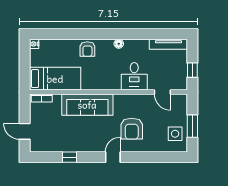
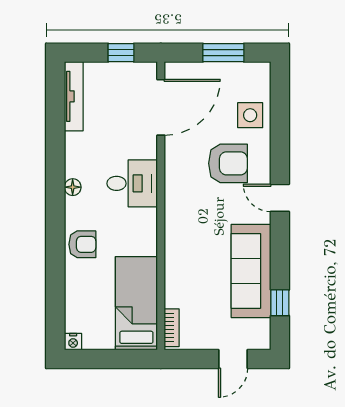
desk: (134, 76) -> (132, 183), moved
door: (162, 92) -> (161, 107), width x1.87
sofa: (87, 105) -> (251, 271), moved, turned 180
side table: (175, 134) -> (250, 115), moved
window: (69, 157) -> (280, 303), moved

